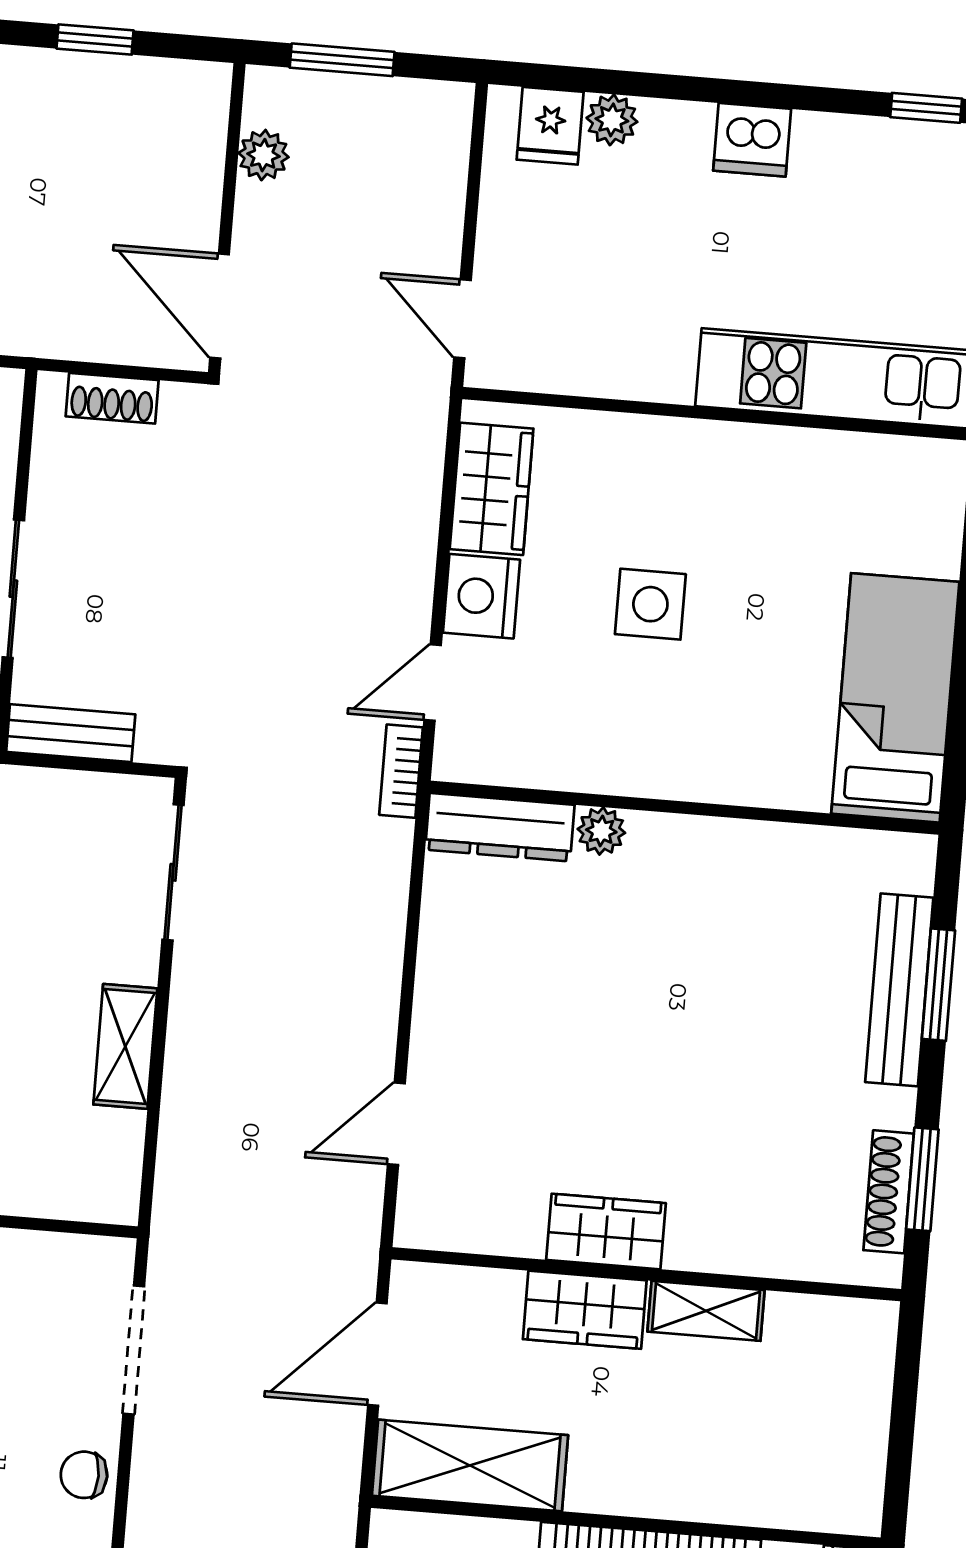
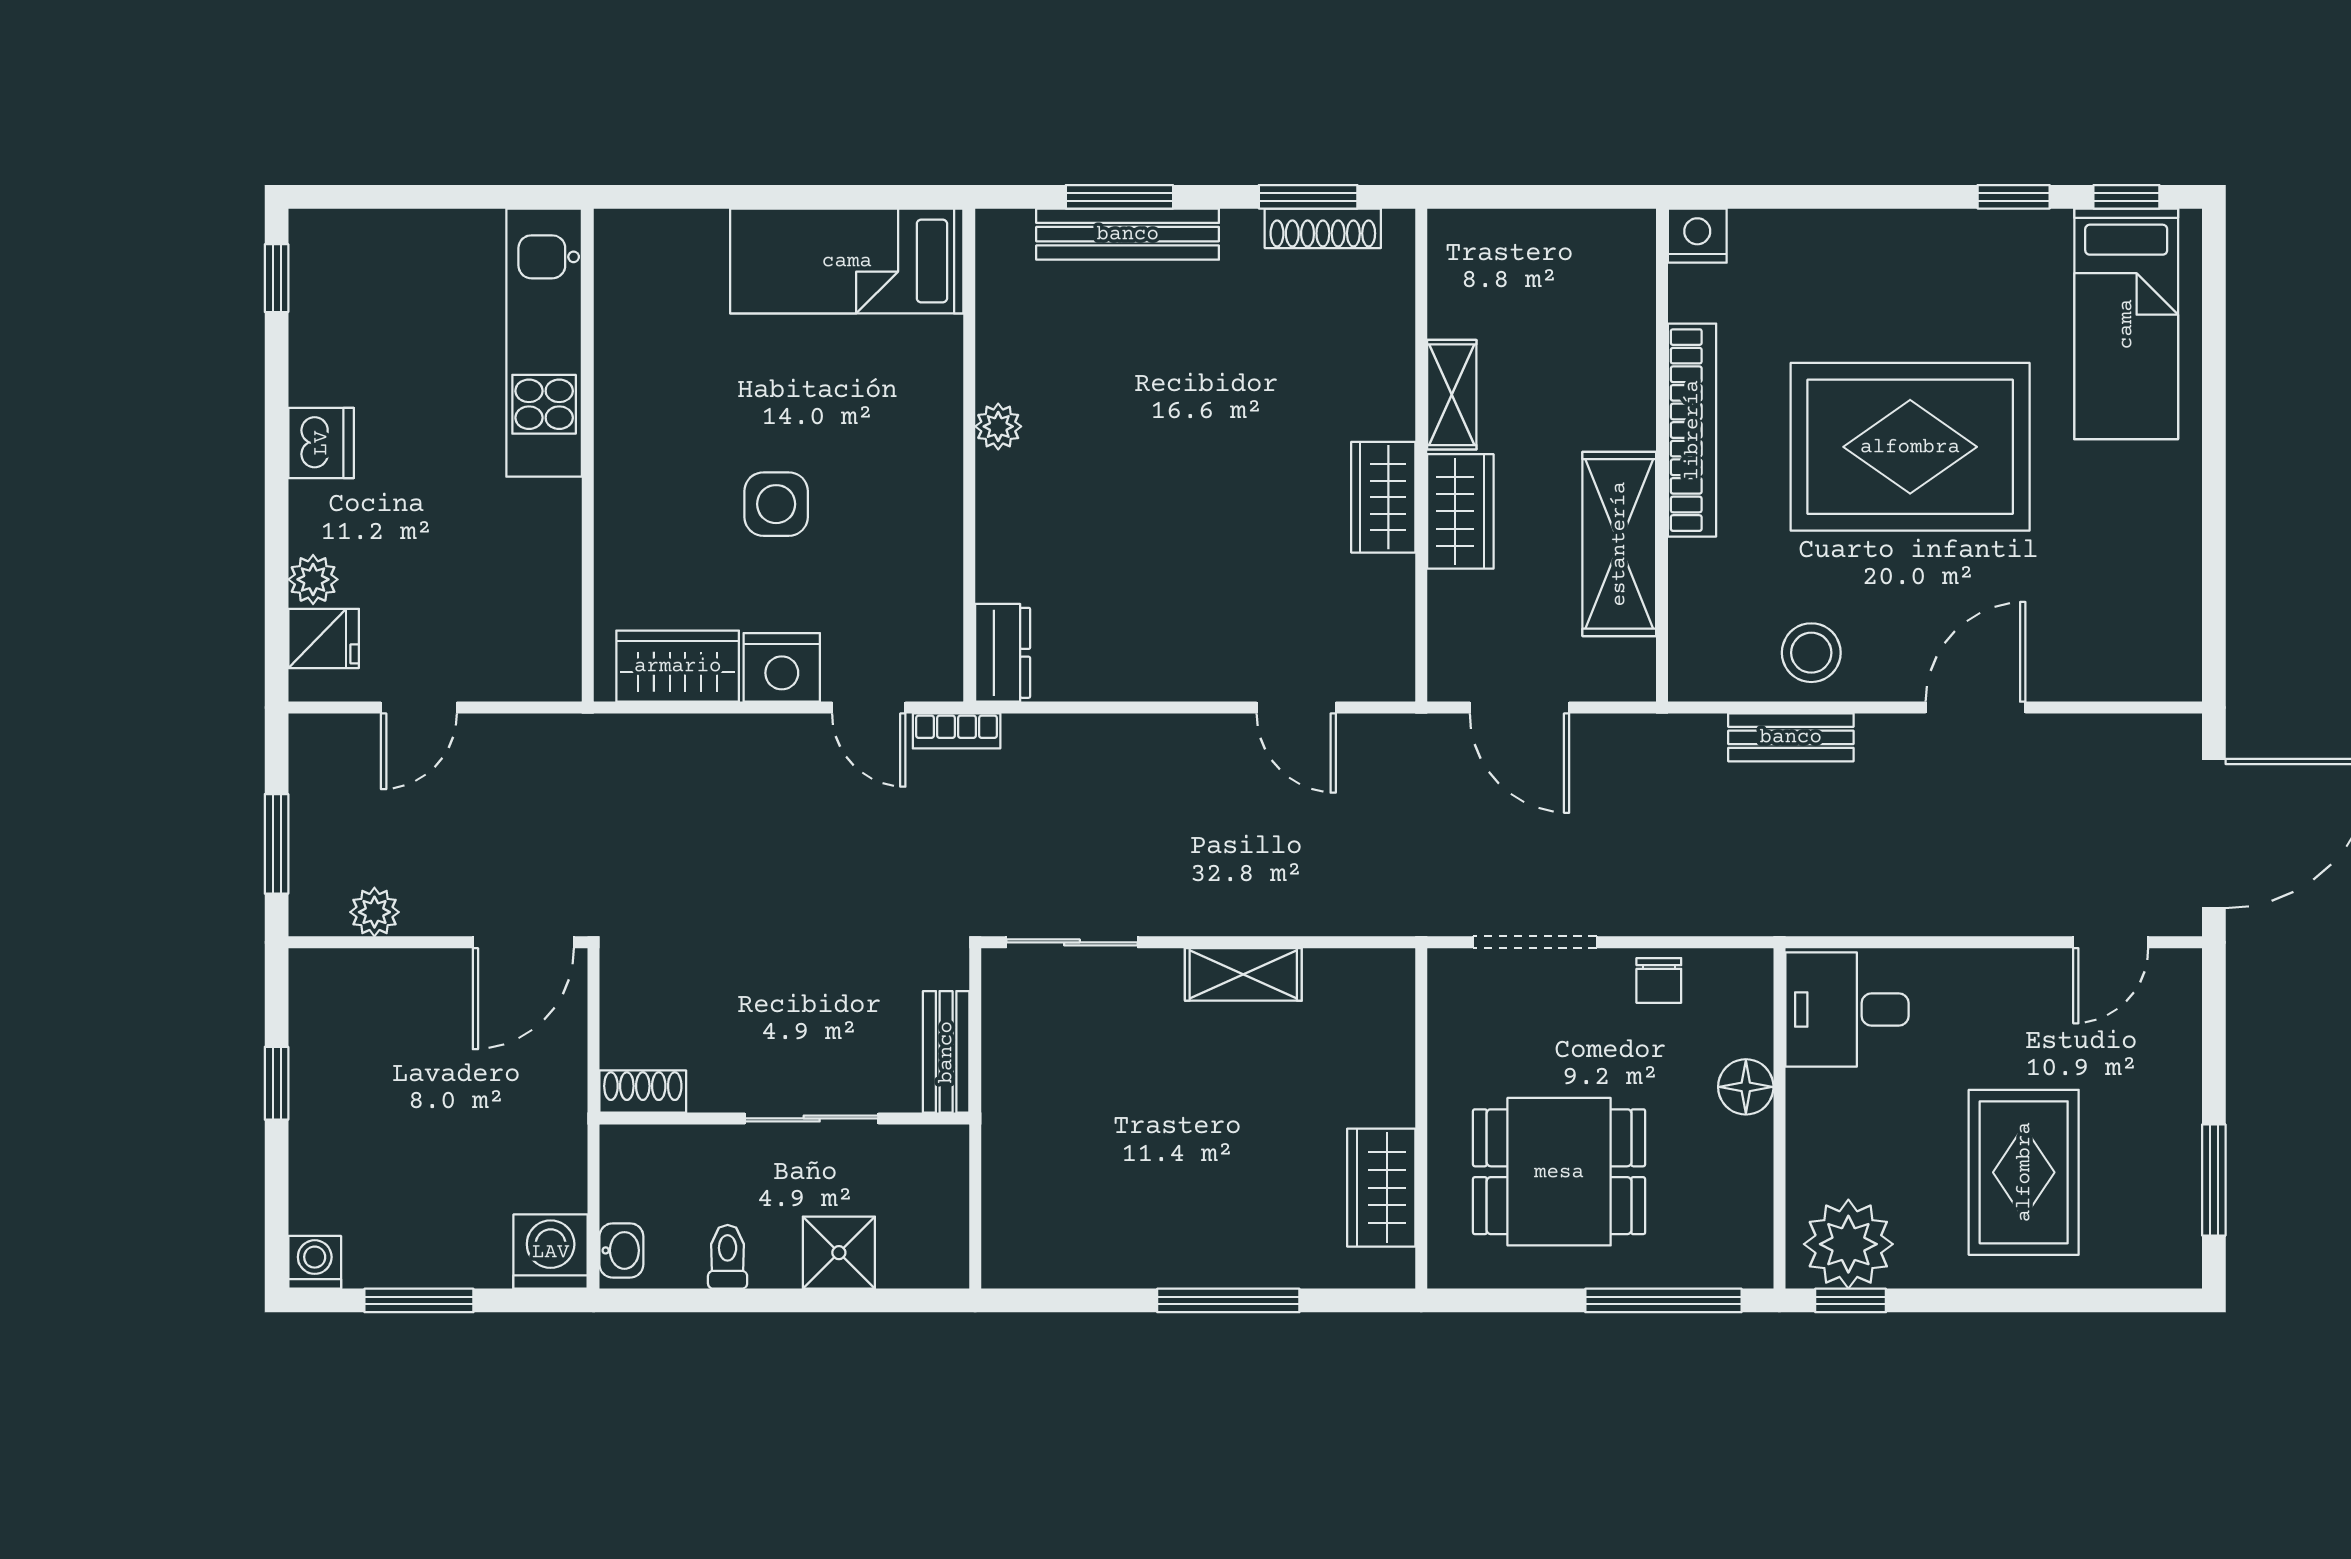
door: (463, 319) -> (419, 708), moved
shoe rack: (112, 398) -> (643, 1092), moved, turned -90
dresser: (500, 827) -> (1003, 653), width x0.70
plant: (601, 831) -> (998, 426), moved
shelving: (470, 1465) -> (1619, 544), moved

